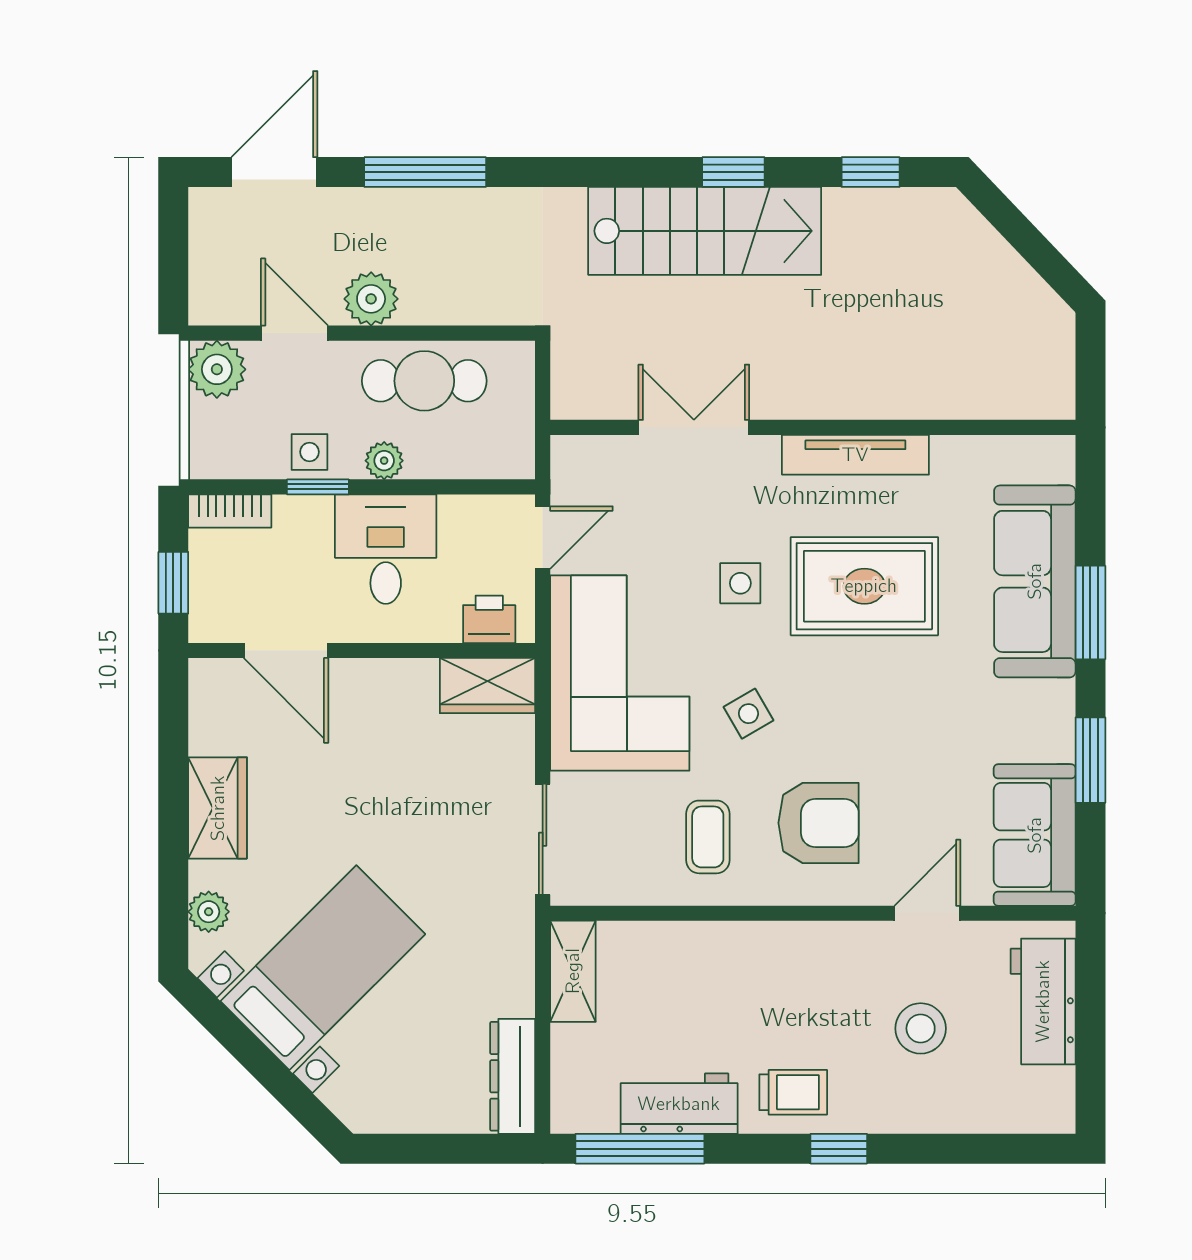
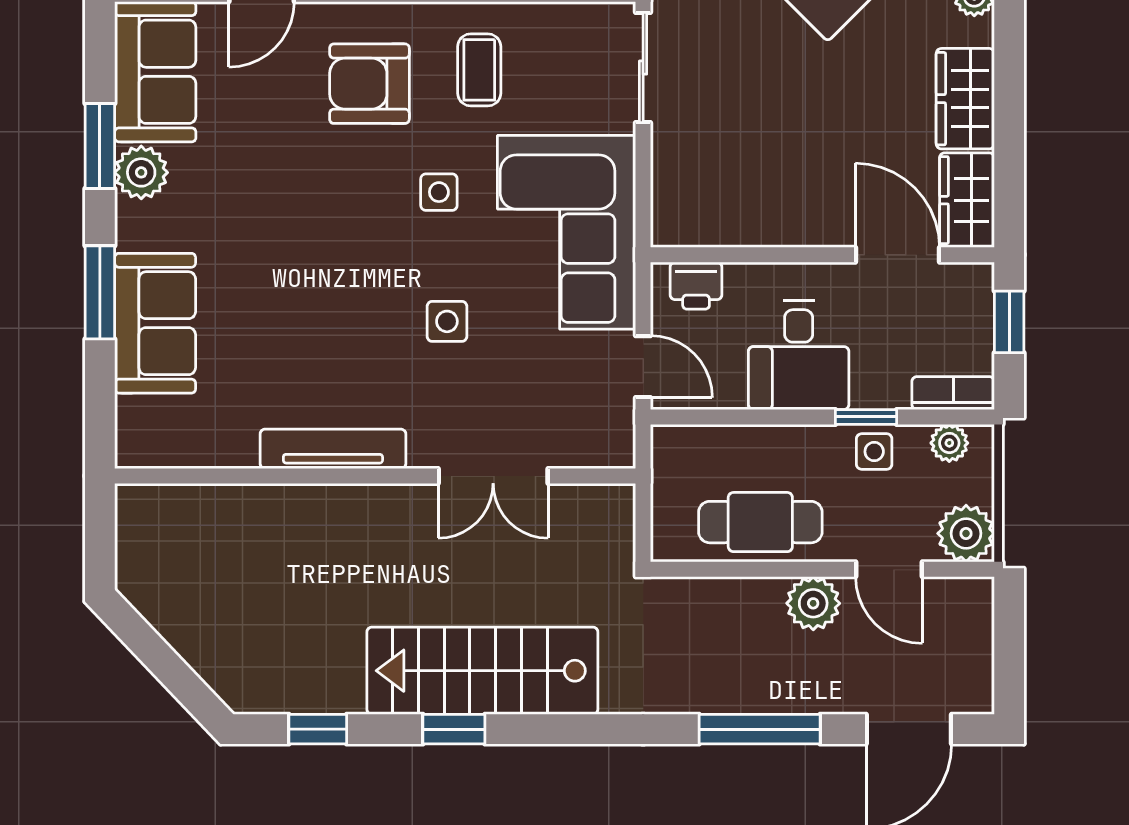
plant: (384, 461) -> (949, 443), moved
door: (543, 538) -> (643, 367), swing flipped
sofa: (1035, 581) -> (155, 323), width x0.73
rug: (864, 586) -> (324, 318), removed
wardrobe: (488, 686) -> (967, 200), moved, turned -90
side table: (748, 714) -> (439, 192), turned 30
plant: (1049, 733) -> (141, 172), added

